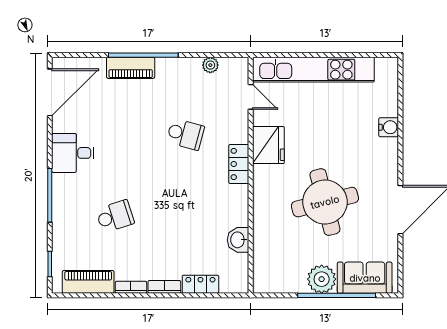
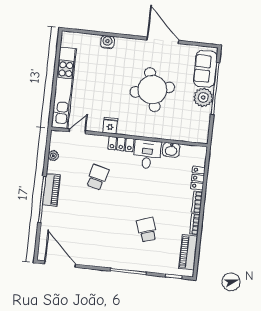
piano: (131, 68) -> (51, 190), moved
fridge: (268, 145) -> (110, 126), width x0.53, depth x0.75
desk: (73, 153) -> (147, 154), moved, turned 180

